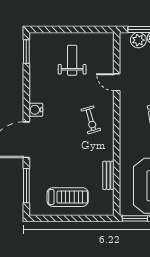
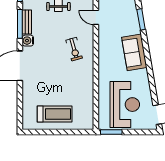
bench: (108, 175) -> (27, 22), moved
window: (26, 186) -> (20, 24), moved

